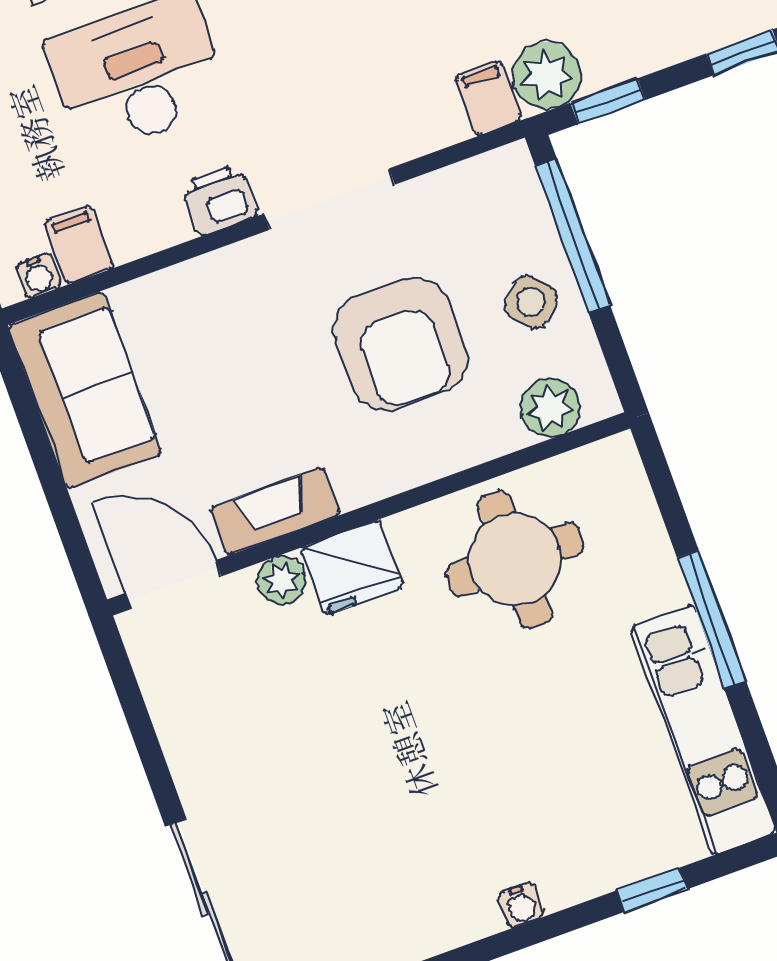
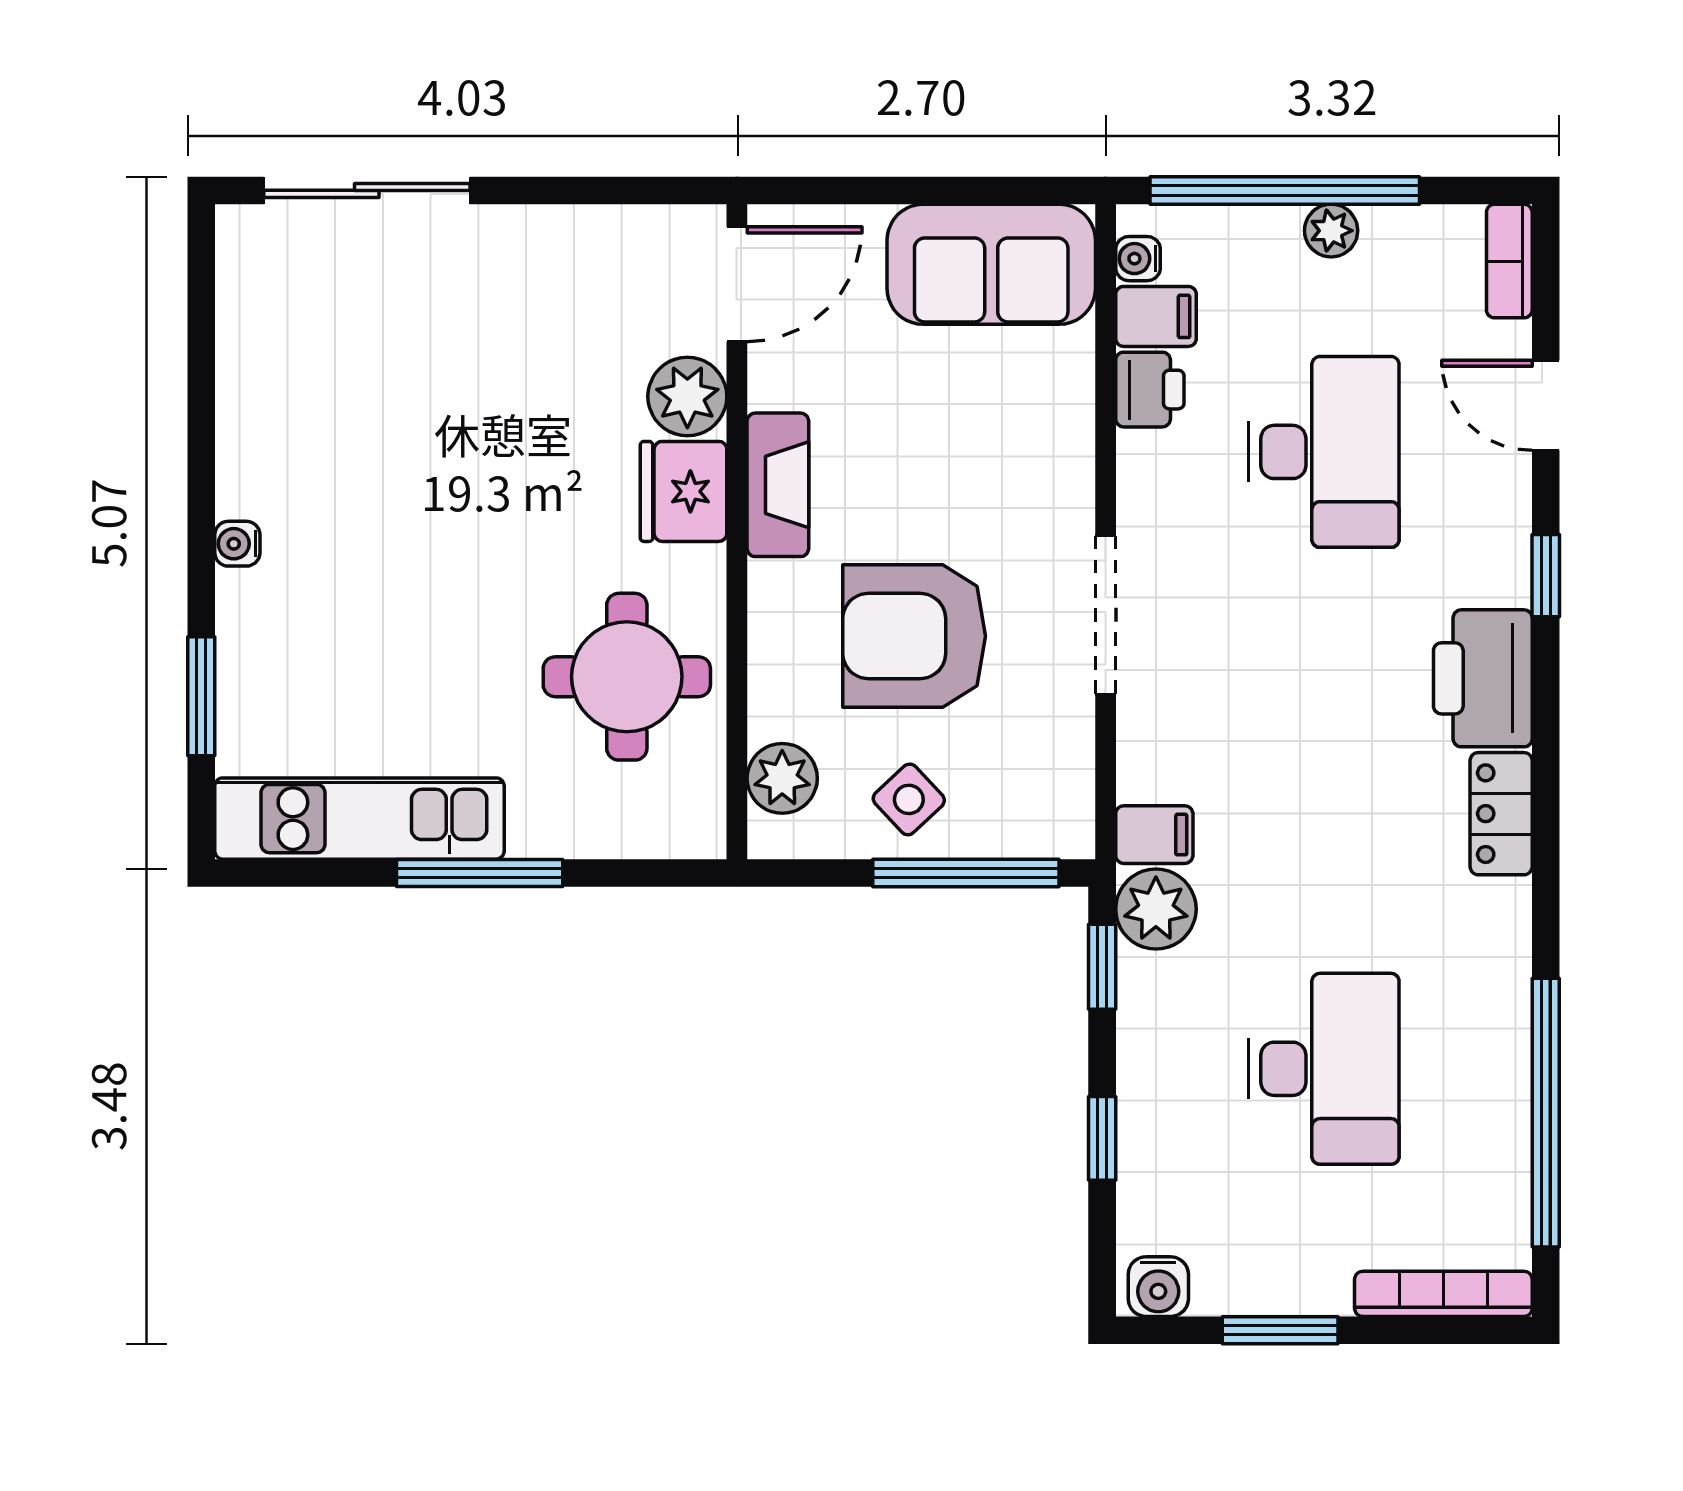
printer: (219, 199) -> (1150, 390), moved
fireplace: (275, 511) -> (778, 485), moved
plant: (281, 580) -> (687, 396), width x1.38, depth x1.38
window: (652, 890) -> (201, 696), width x1.50

